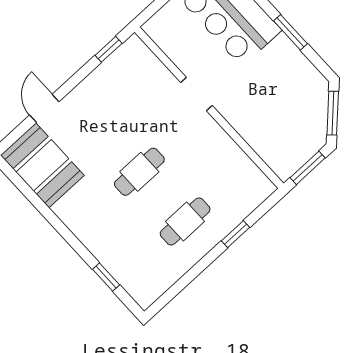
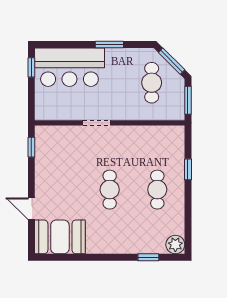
cafe table: (291, 113) -> (152, 83), added
plant: (145, 293) -> (175, 245), added

